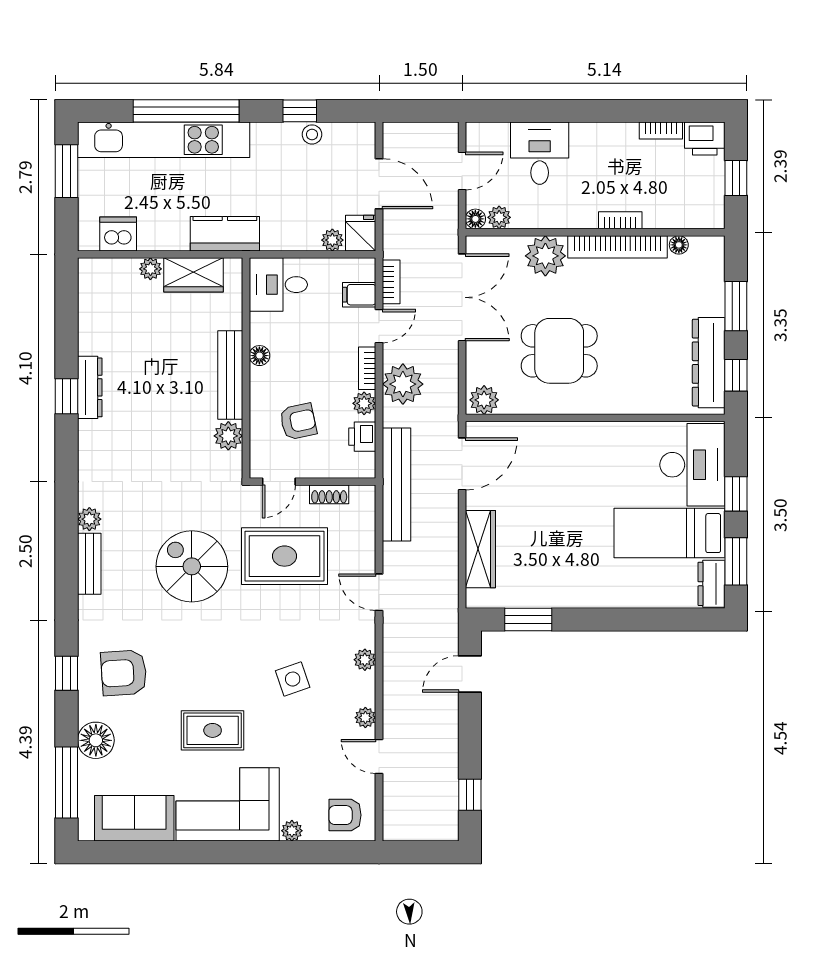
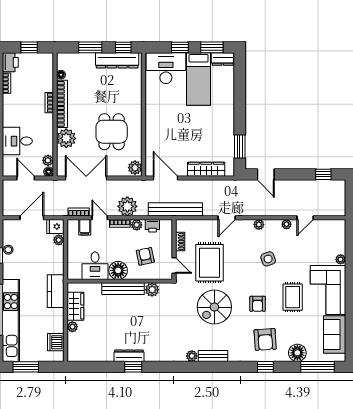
desk: (278, 285) -> (95, 266), moved
floor lamp: (259, 356) -> (118, 270), width x1.89, depth x1.89
armchair: (345, 815) -> (258, 304), moved

